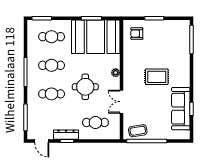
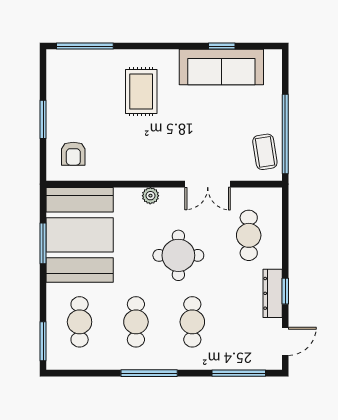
rug: (157, 77) -> (141, 91), moved

